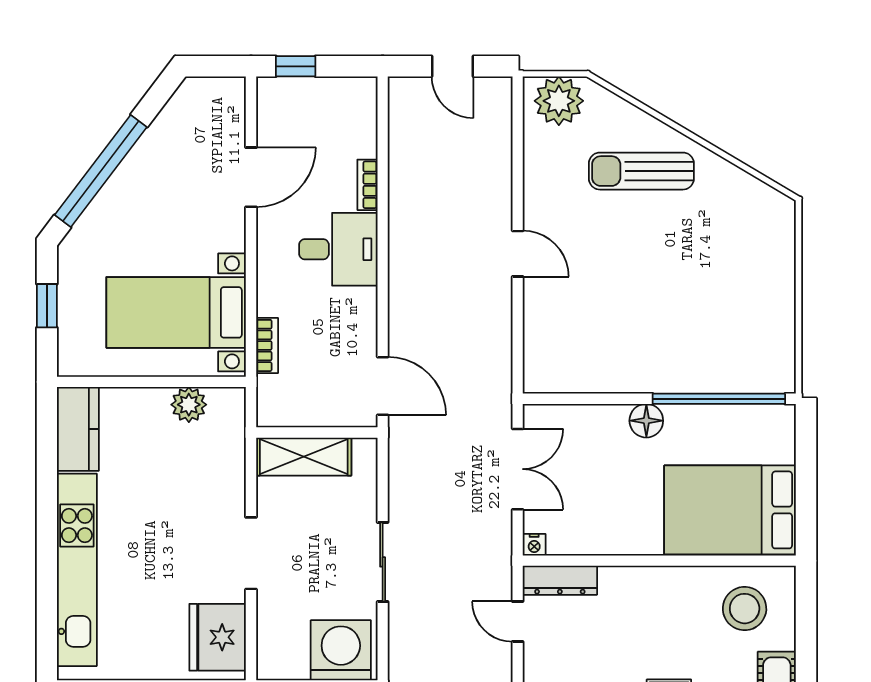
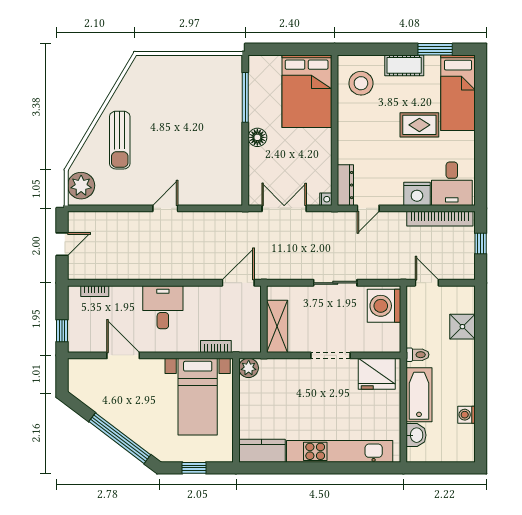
bookcase: (367, 185) -> (95, 291), moved
window: (719, 399) -> (245, 97), width x0.68
plant: (189, 405) -> (249, 368), moved

